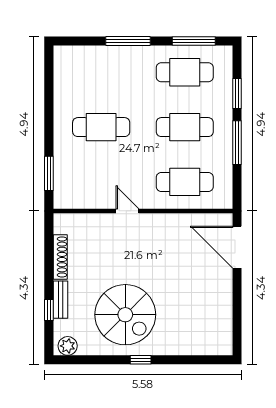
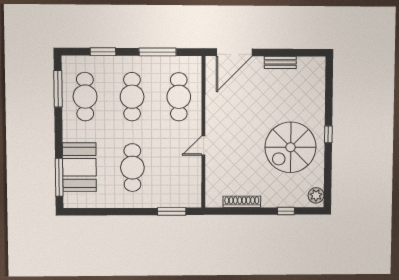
window: (128, 41) -> (59, 177), moved
booth: (102, 65) -> (79, 167), added
window: (237, 143) -> (158, 52), moved
bench: (60, 300) -> (280, 62), moved
spiral stairs: (125, 315) -> (291, 147), turned 180

